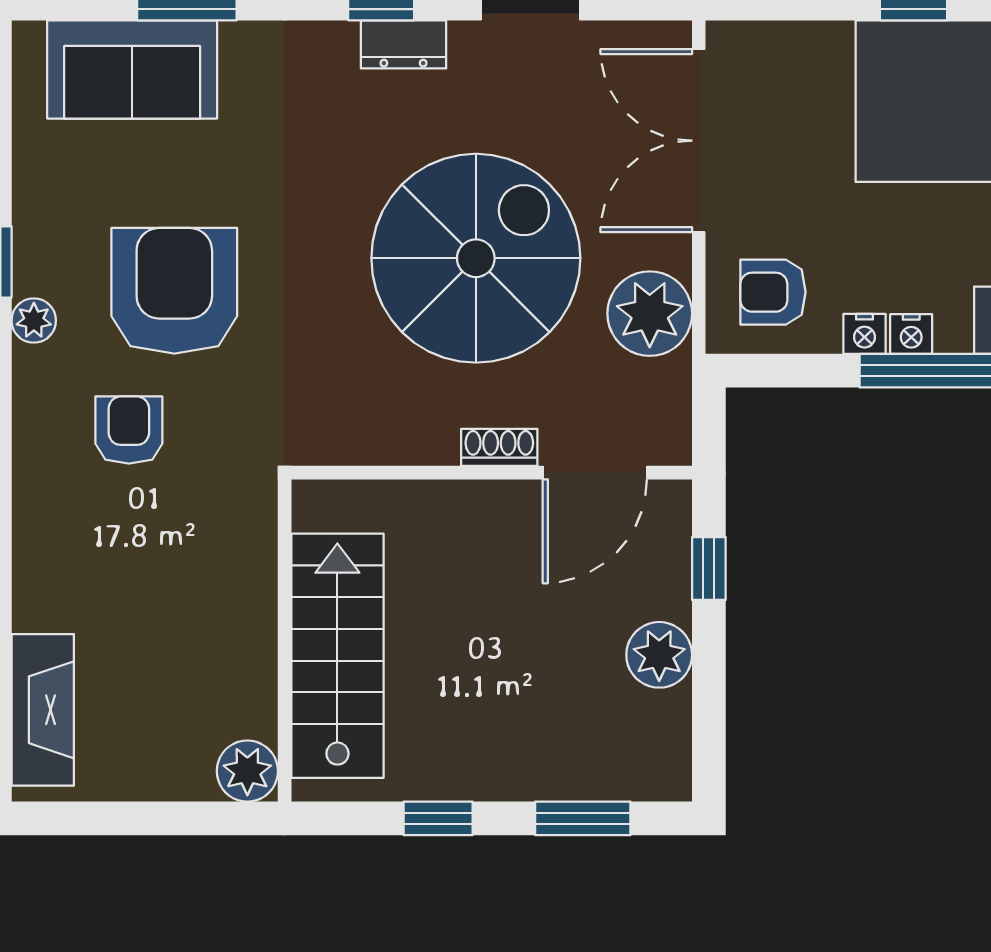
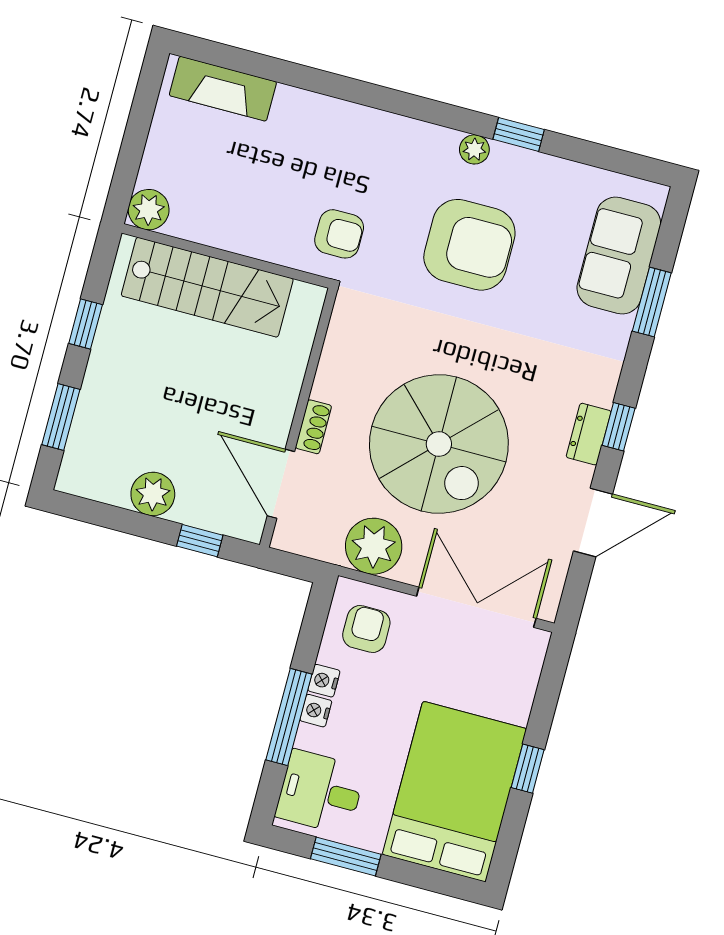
armchair: (129, 430) -> (339, 234), moved

